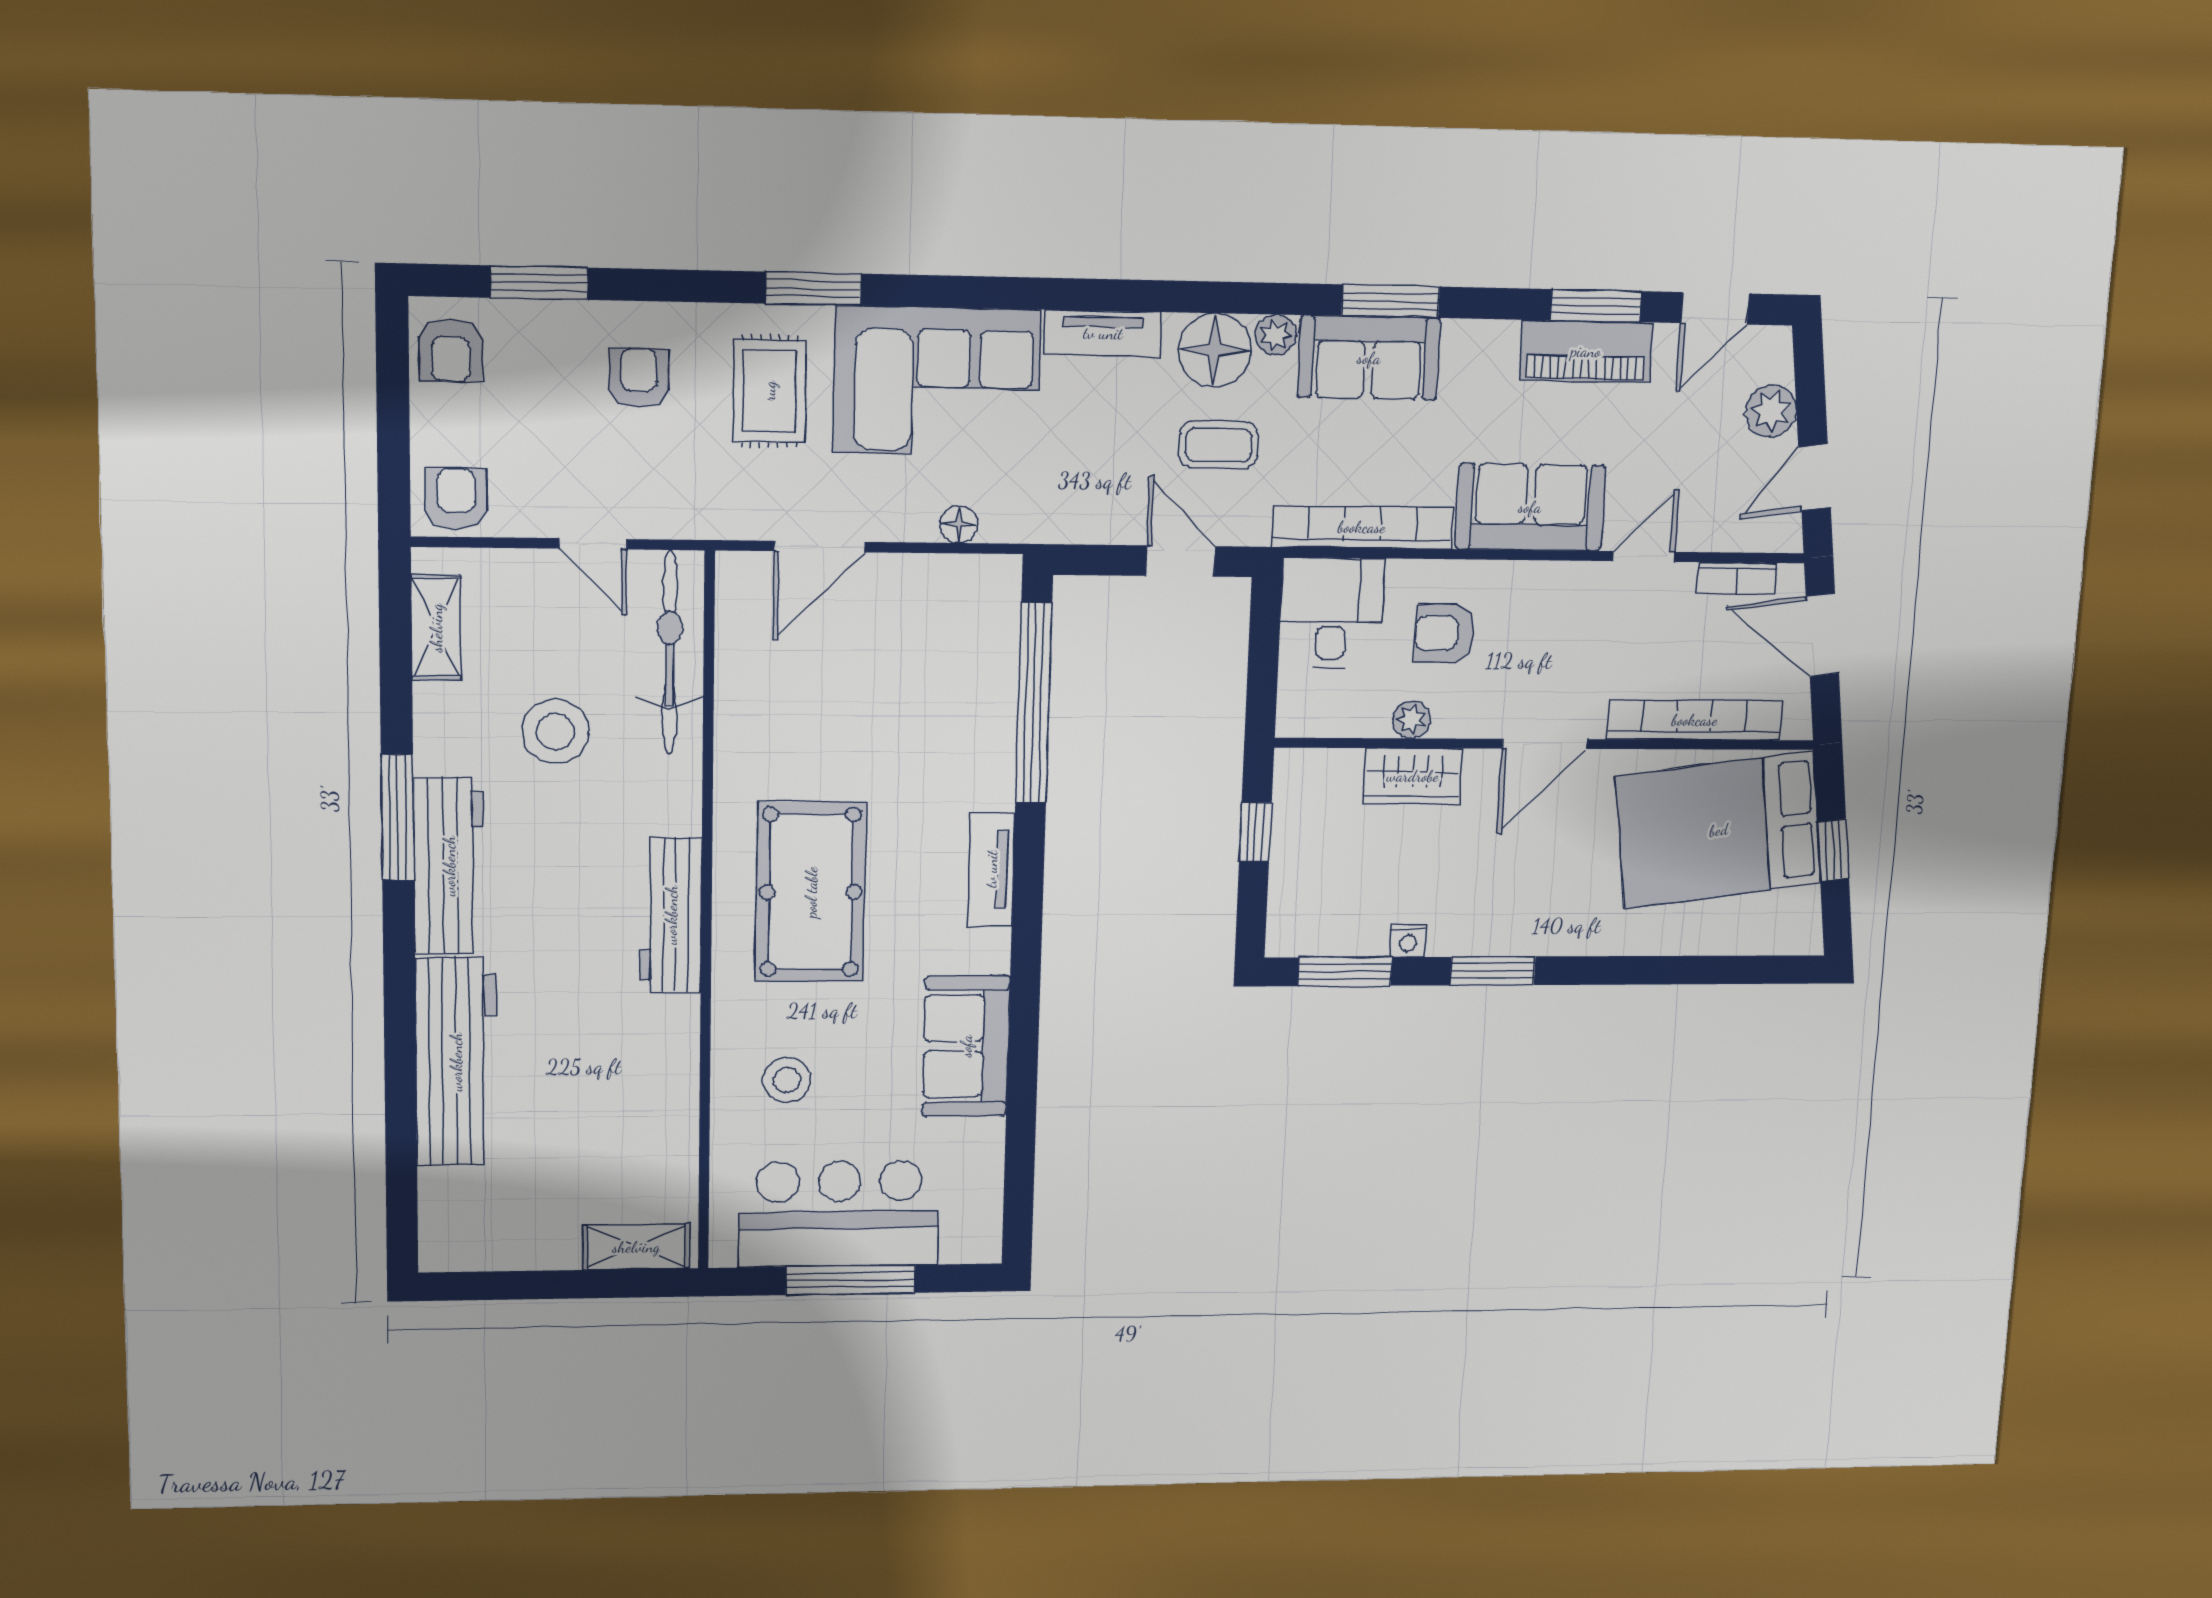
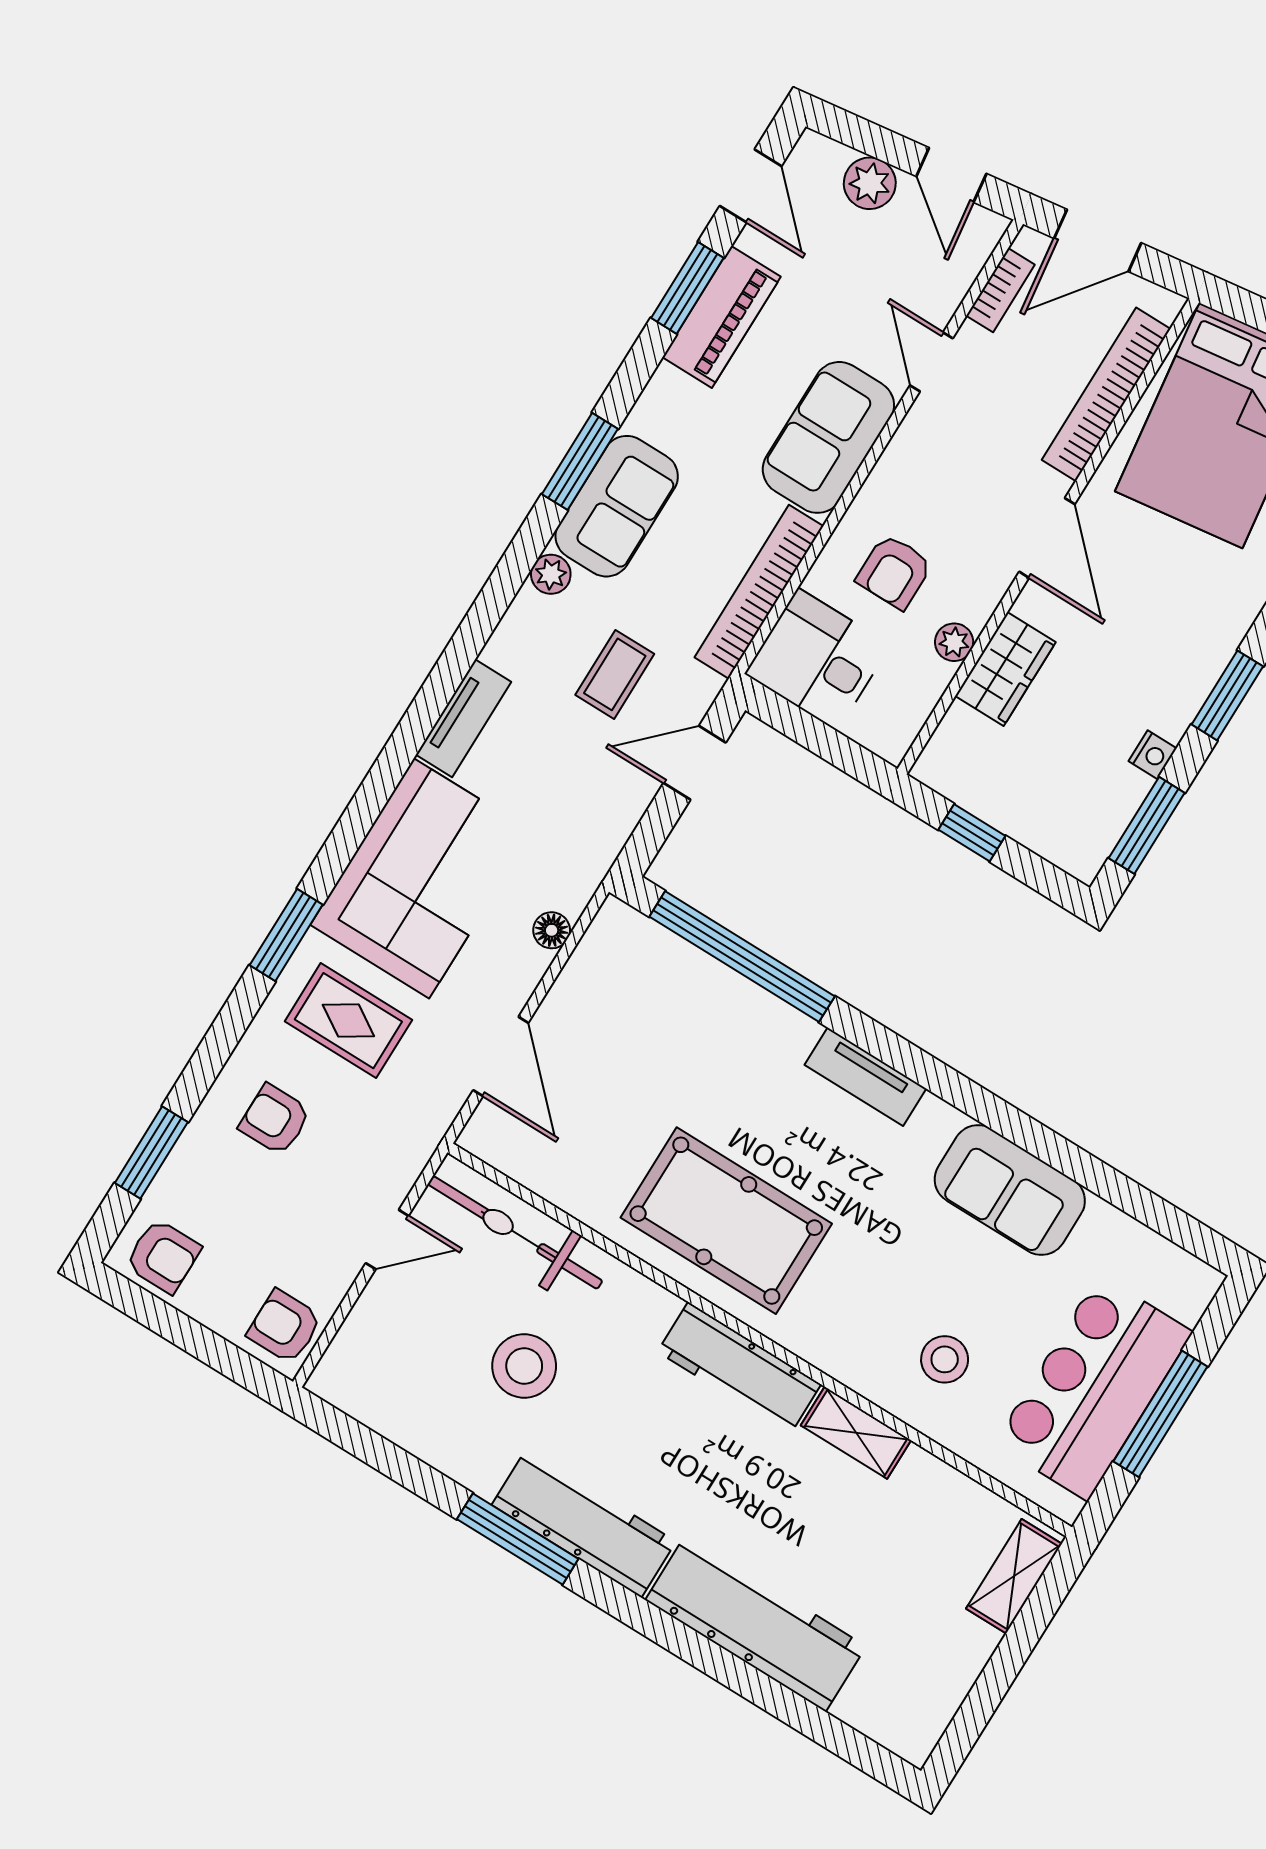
floor lamp: (1215, 350) -> (533, 633), removed
shelving: (436, 628) -> (856, 1433), moved
pool table: (811, 892) -> (726, 1221), moved

